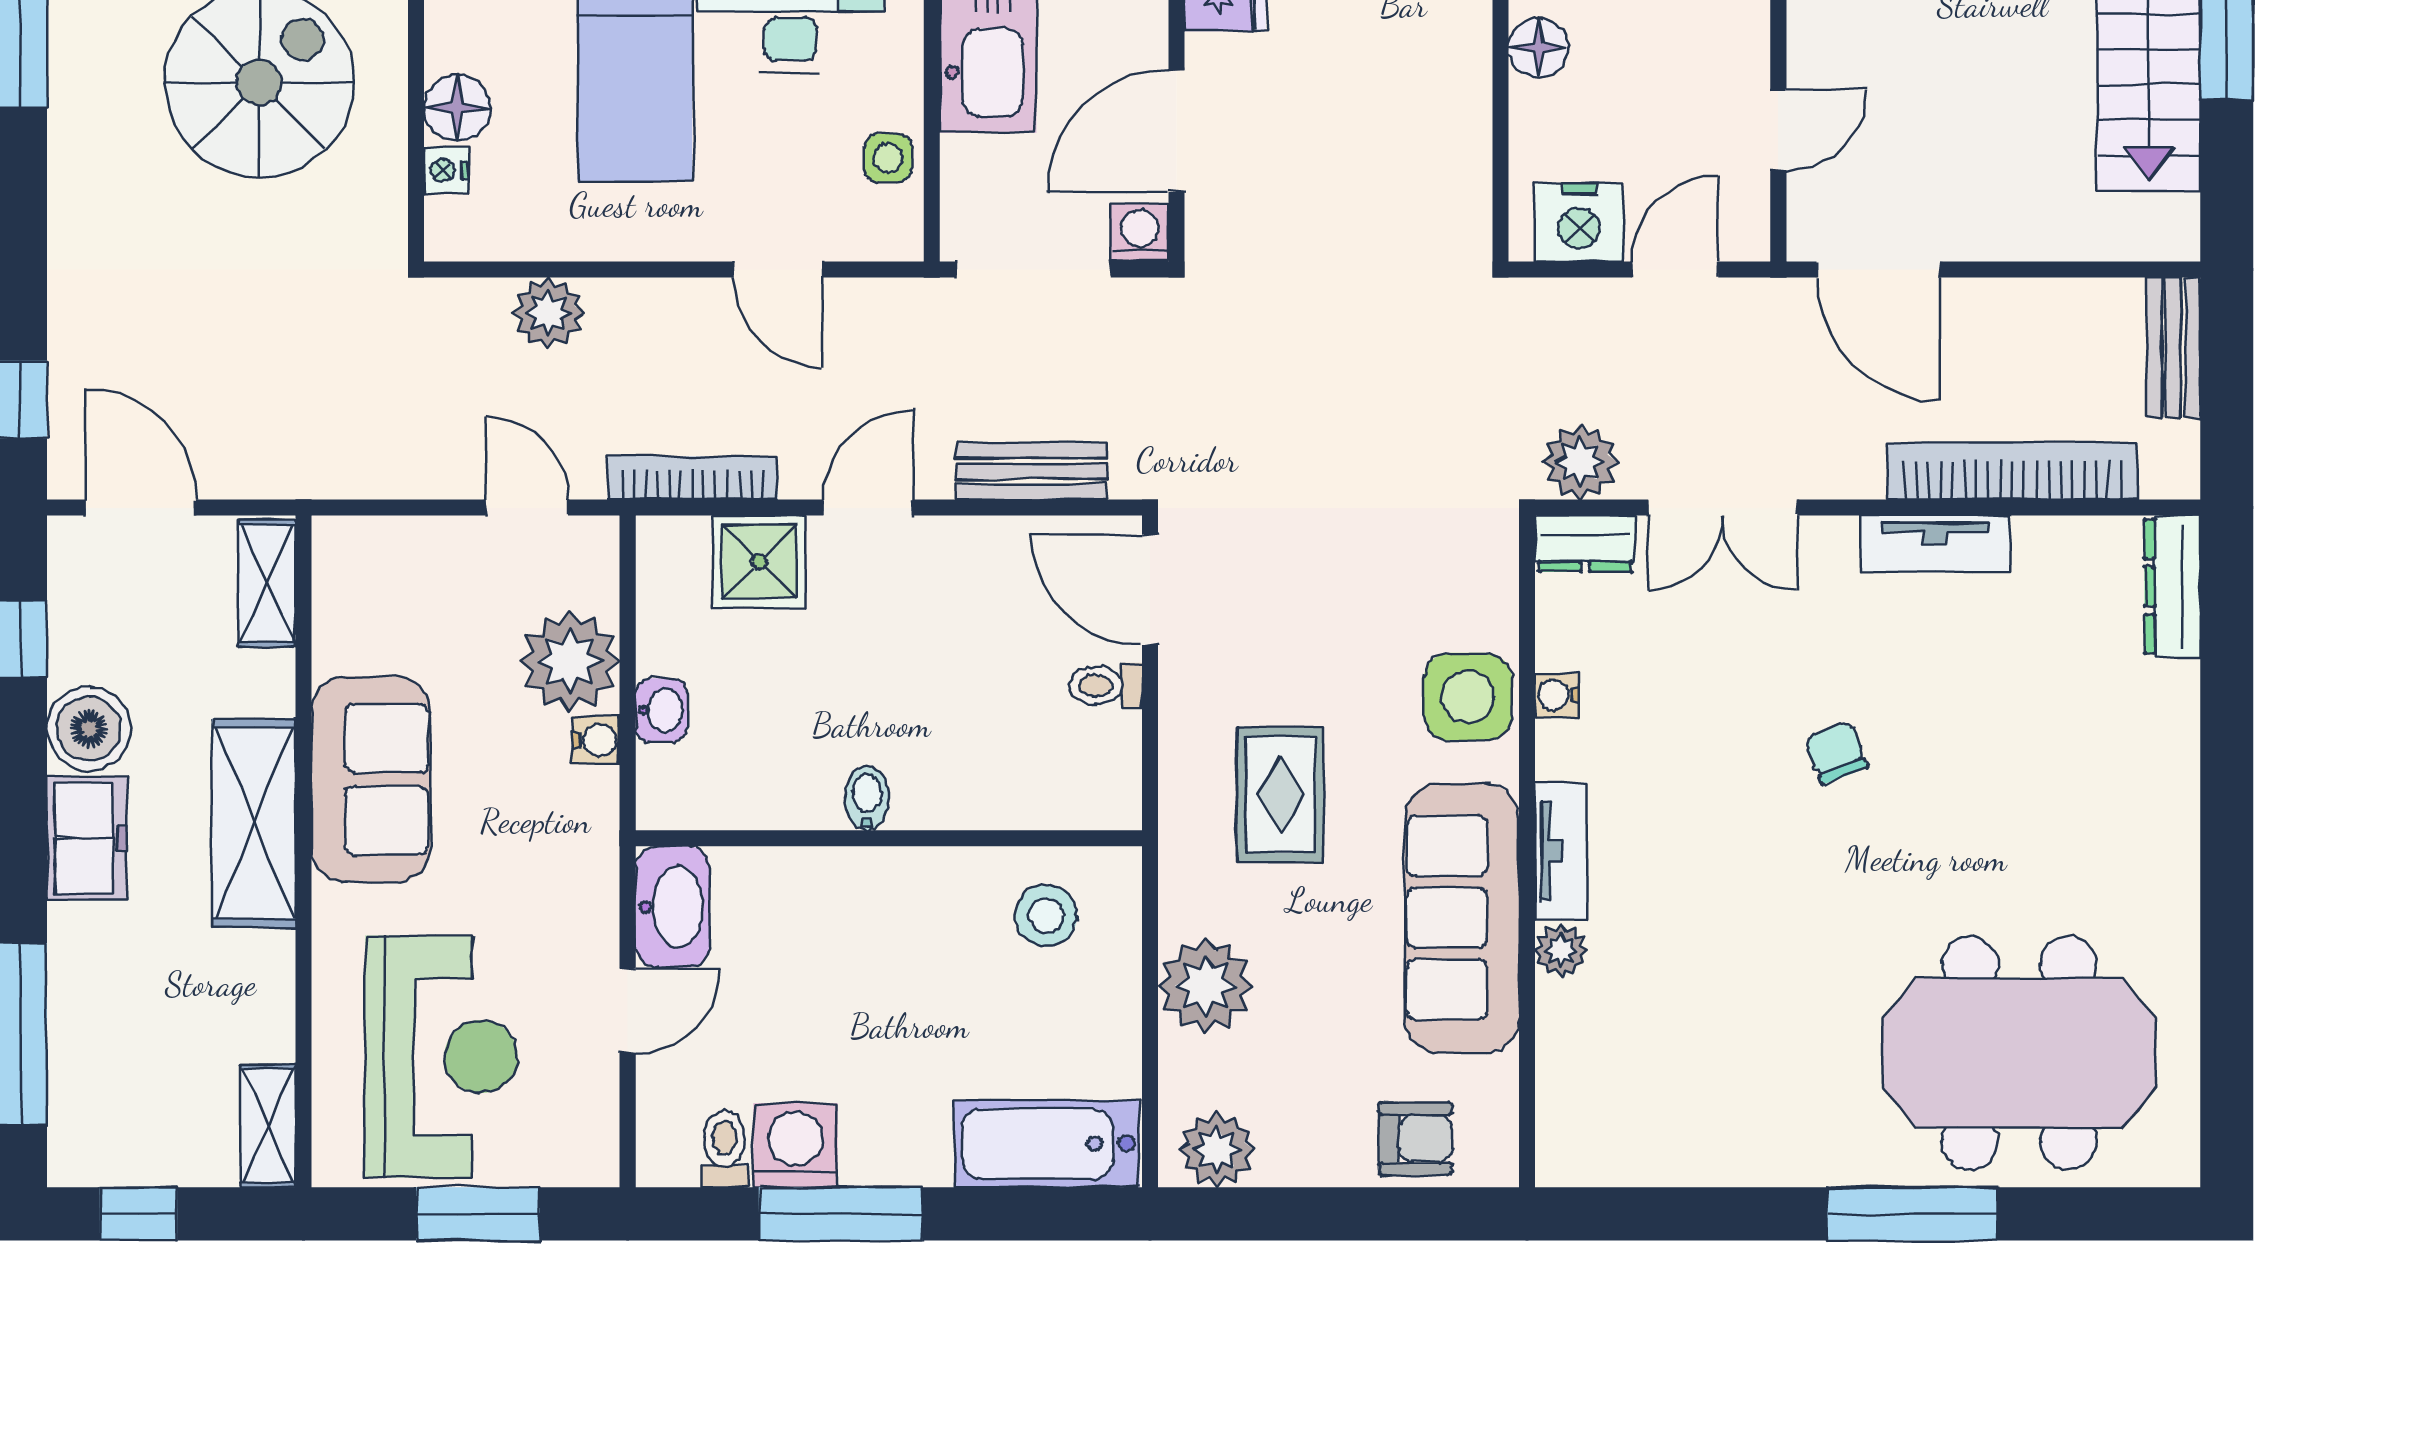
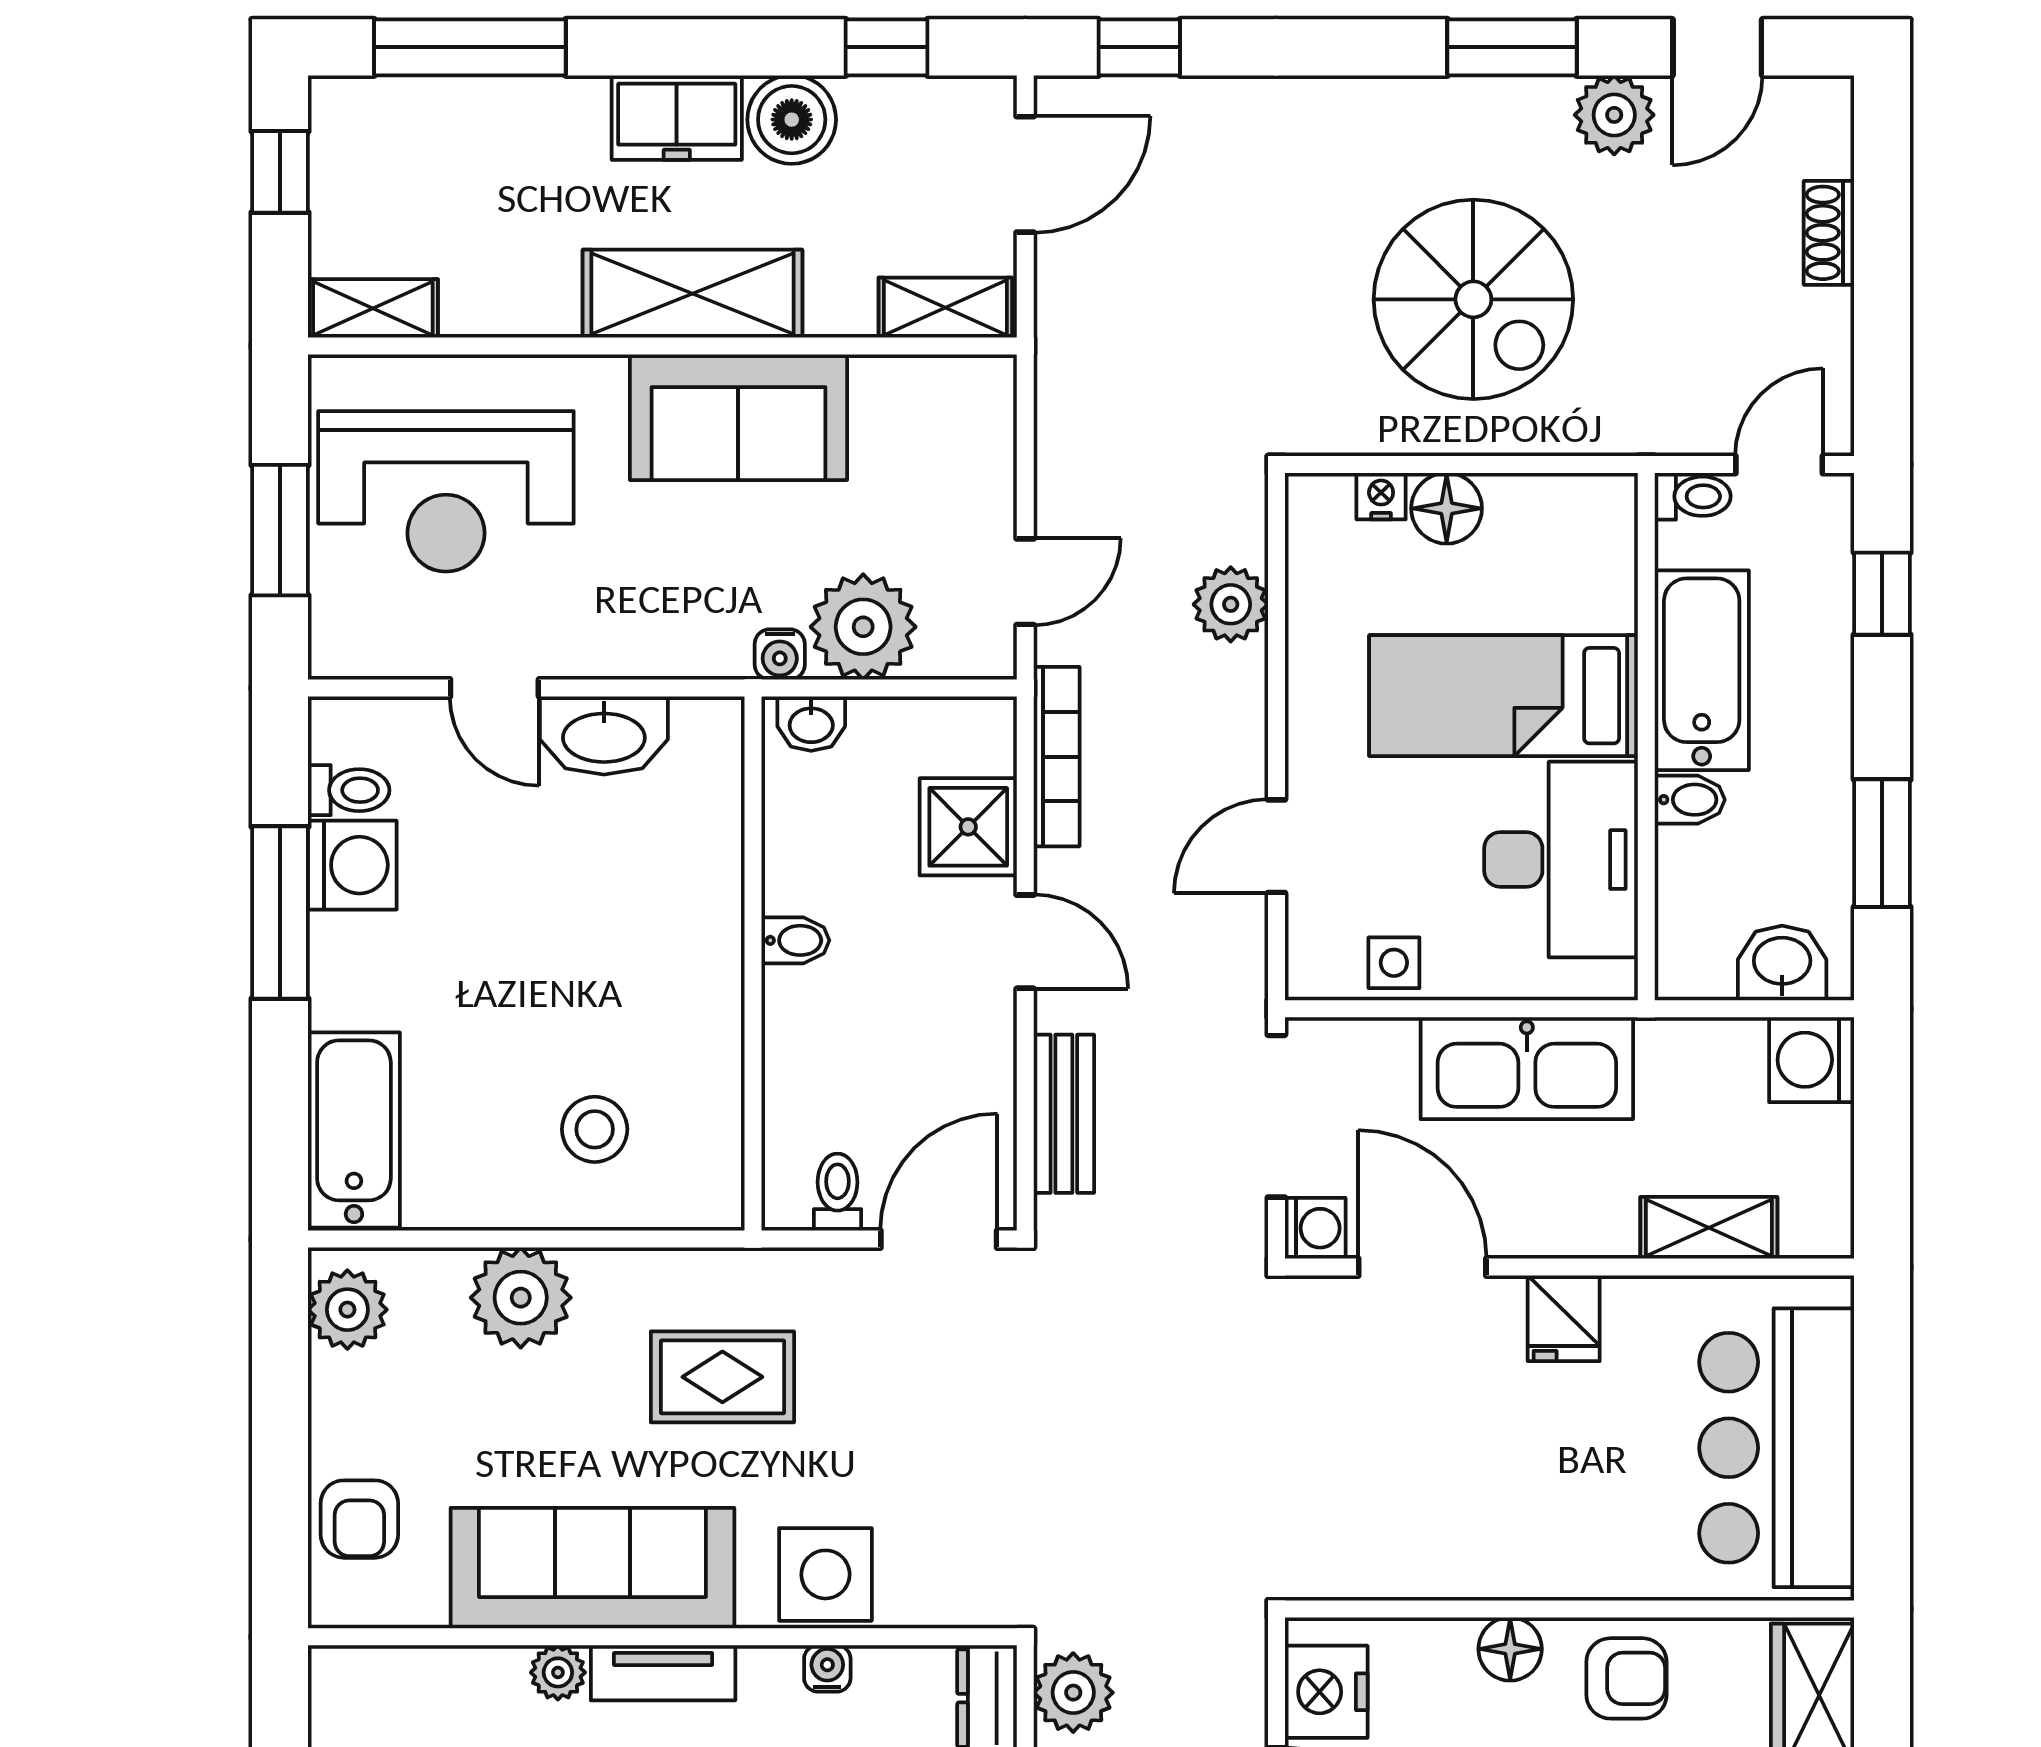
bidet: (867, 798) -> (795, 940), moved
wall: (889, 838) -> (753, 963), moved

